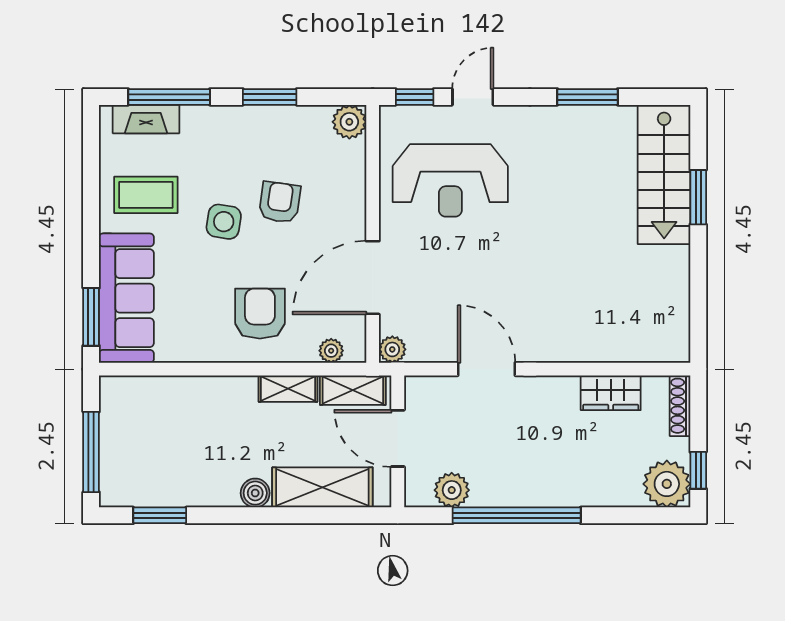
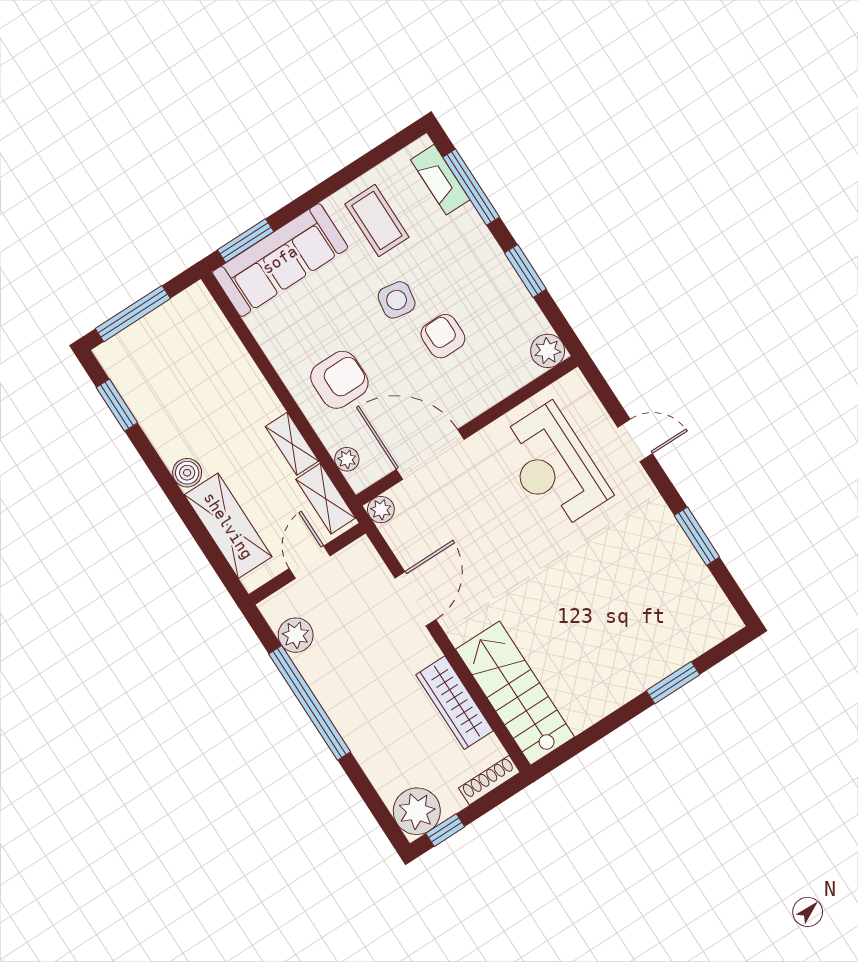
window: (415, 97) -> (604, 392), removed
stairs: (664, 175) -> (515, 693), moved, turned 90
armchair: (280, 202) -> (443, 336), turned -98
wardrobe: (611, 393) -> (455, 703), width x1.50
door: (398, 438) -> (310, 562), width x0.73

